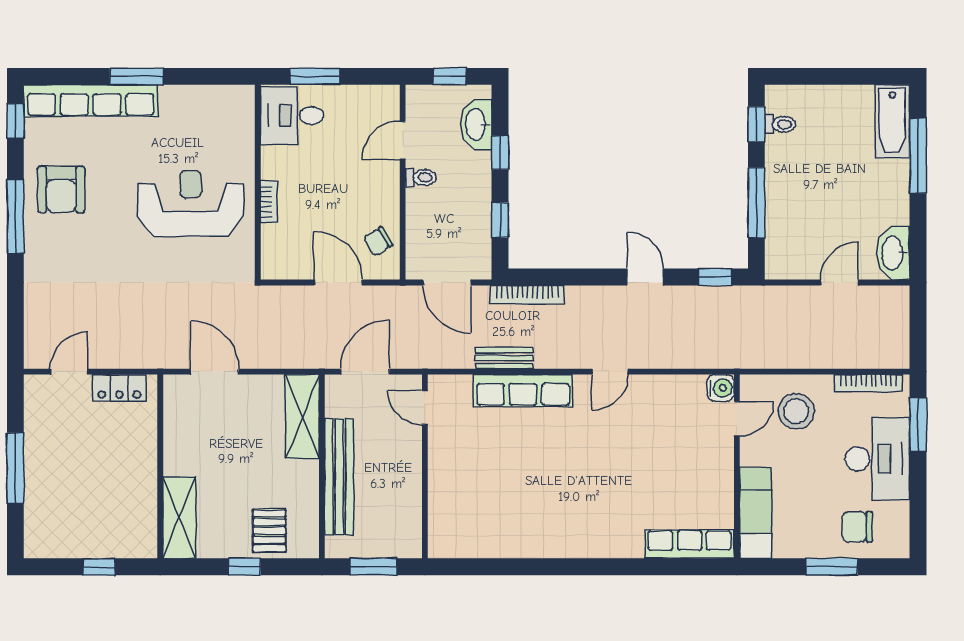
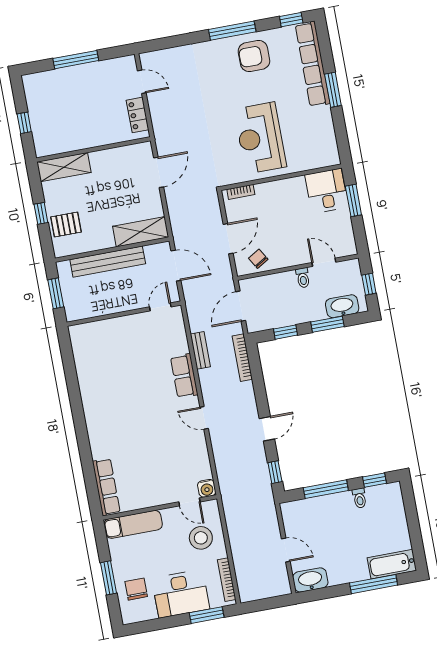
toilet: (780, 124) -> (360, 498), moved
window: (500, 153) -> (327, 324), width x1.50
bookcase: (269, 202) -> (241, 192), moved
reception desk: (191, 203) -> (260, 138), turned 180
row of seats: (523, 391) -> (184, 376), width x0.68

